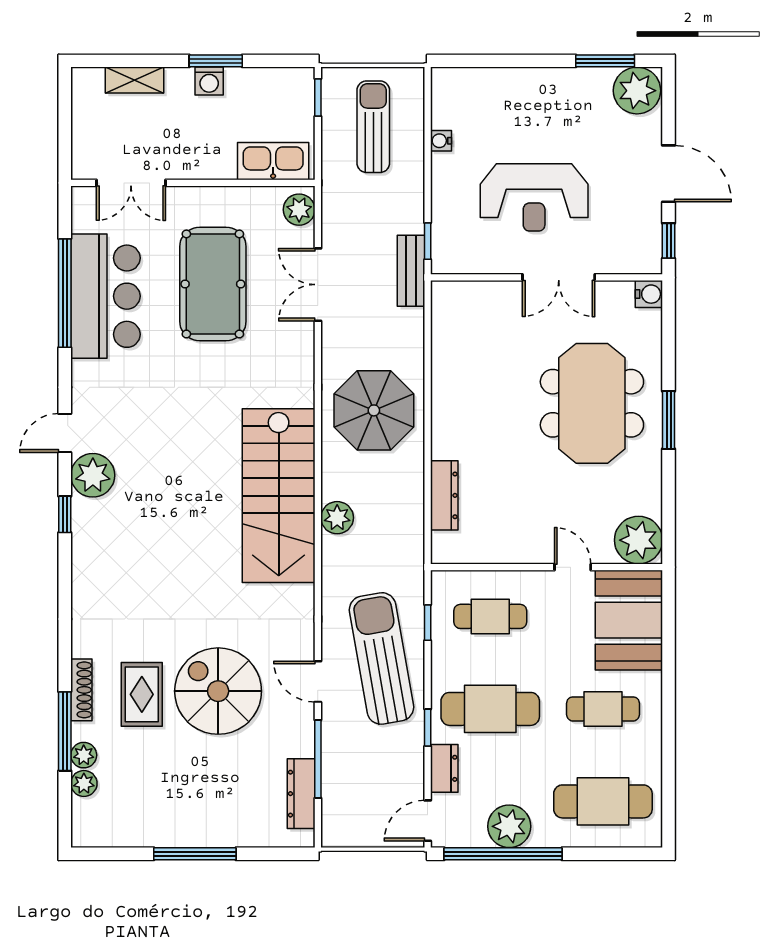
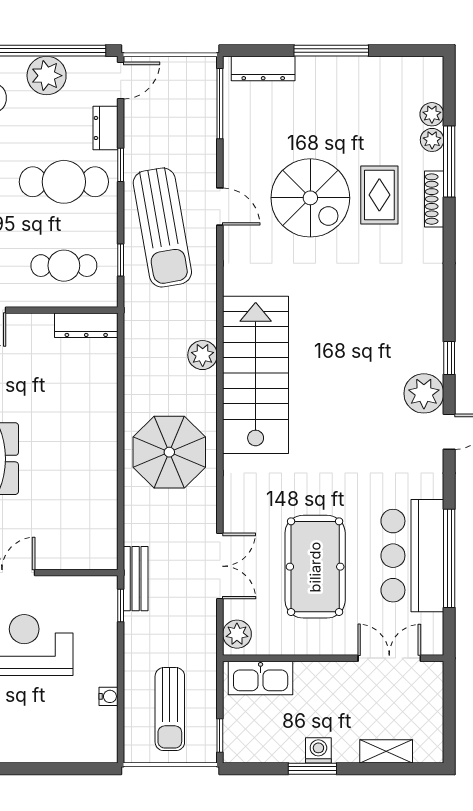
dresser: (444, 495) -> (86, 325), moved, turned -90
window: (318, 759) -> (220, 104), moved
dresser: (301, 794) -> (263, 69), moved, turned 90

